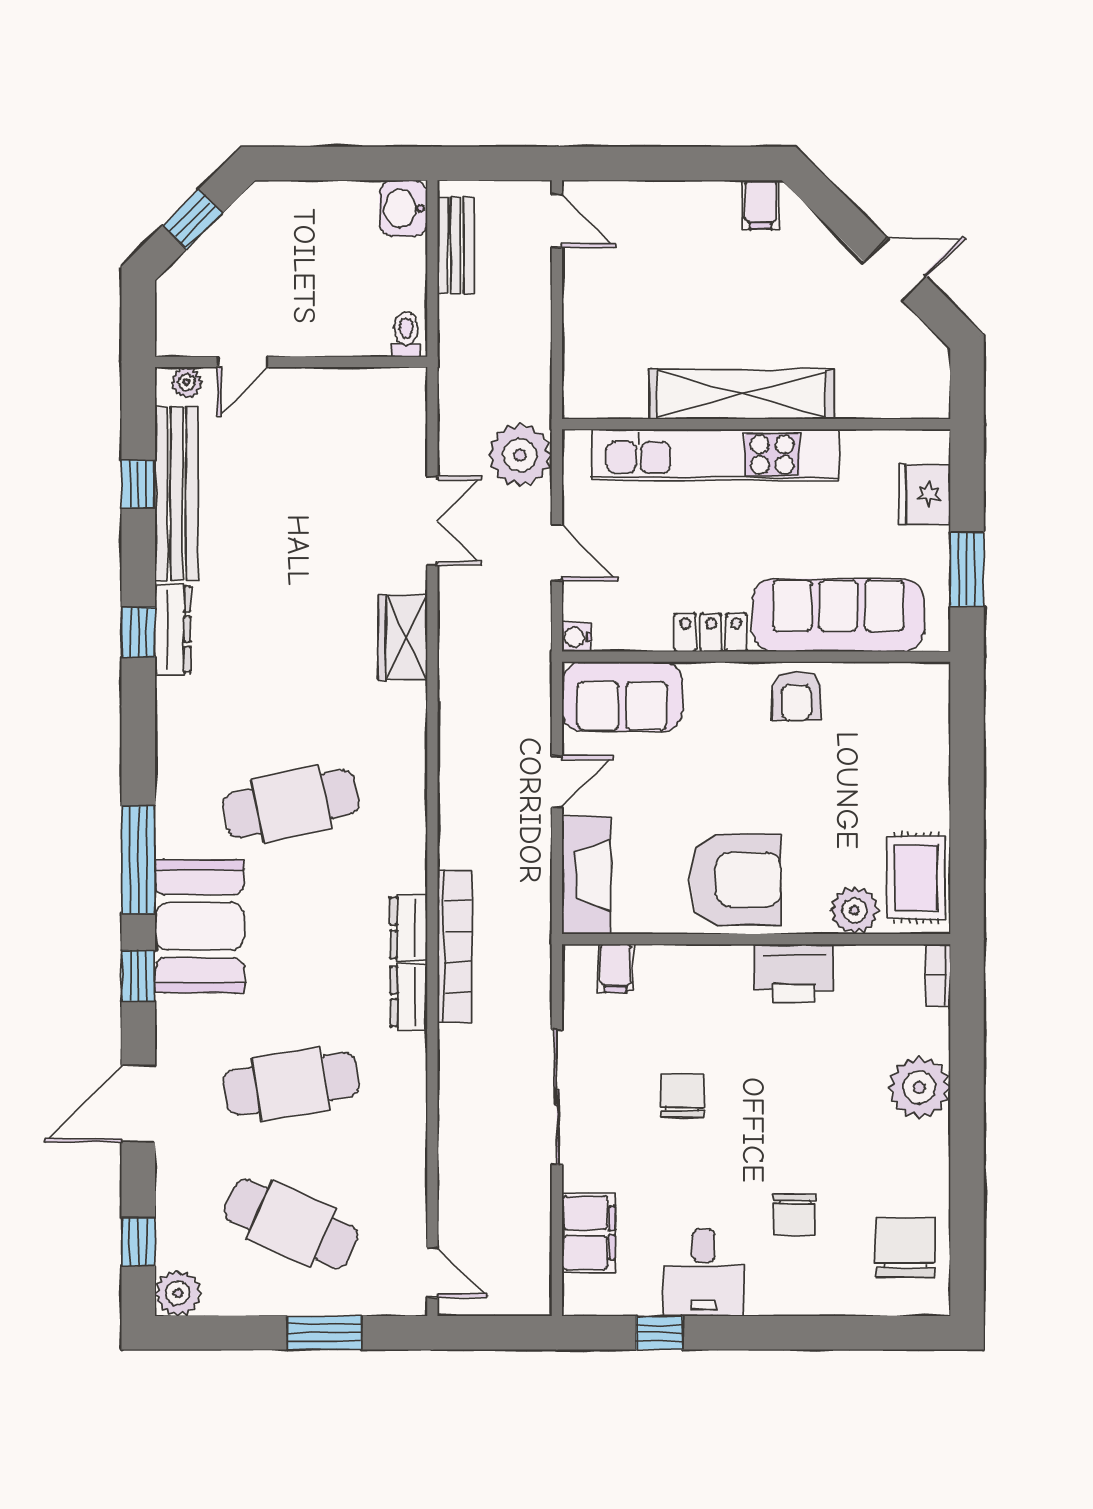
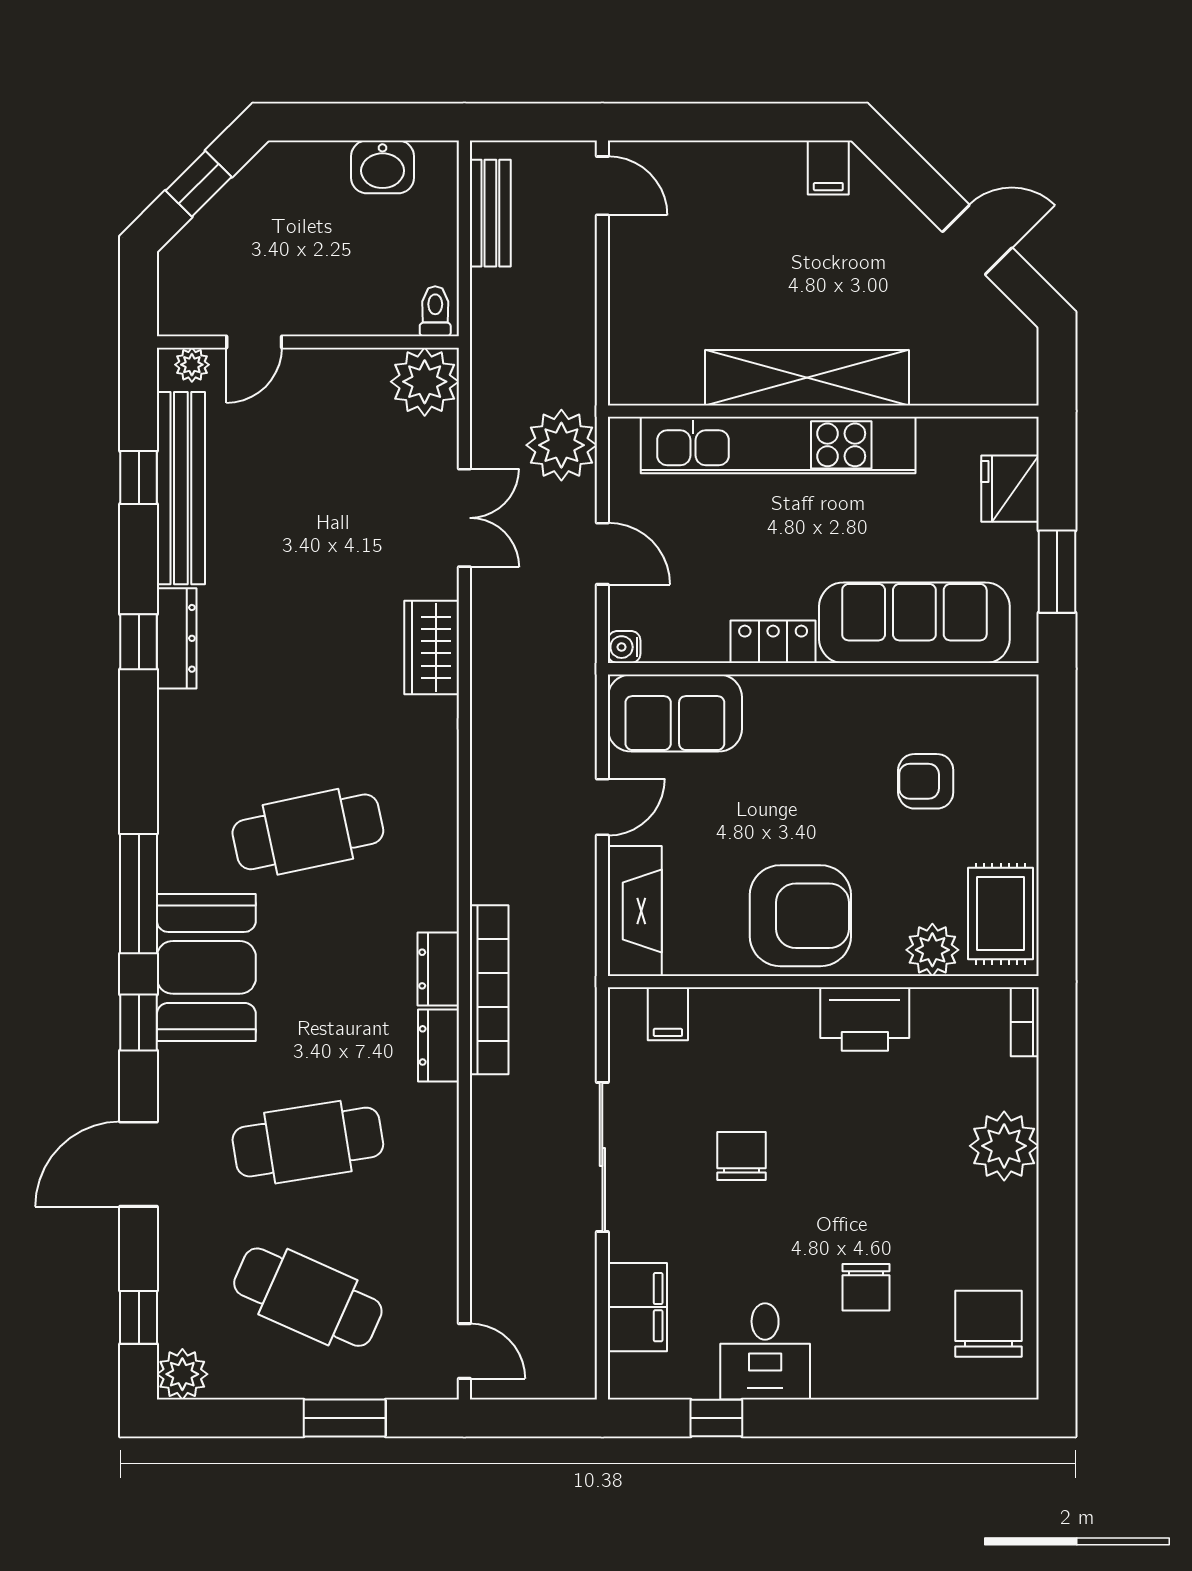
washbasin: (403, 208) -> (383, 167), moved, turned -90
plant: (396, 398) -> (425, 382), added
armchair: (796, 696) -> (926, 781), moved, turned 90

